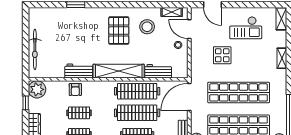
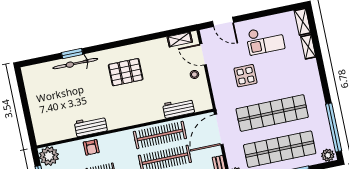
stool: (147, 27) -> (156, 61), removed
pallet: (119, 30) -> (126, 72), turned 90
bicycle: (35, 49) -> (75, 64), moved, turned 90
shelving: (282, 58) -> (308, 47), moved
shelving: (119, 71) -> (135, 117), removed

